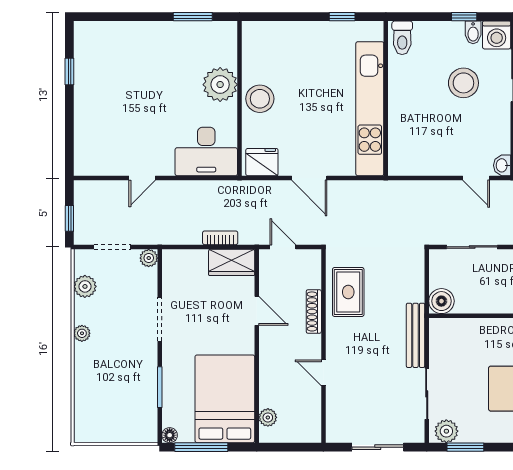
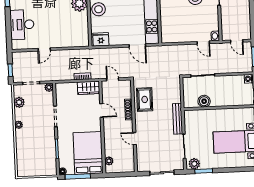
desk: (206, 152) -> (22, 25), moved, turned 90
door: (309, 178) -> (137, 45), moved
boiler: (441, 301) -> (204, 101), moved

